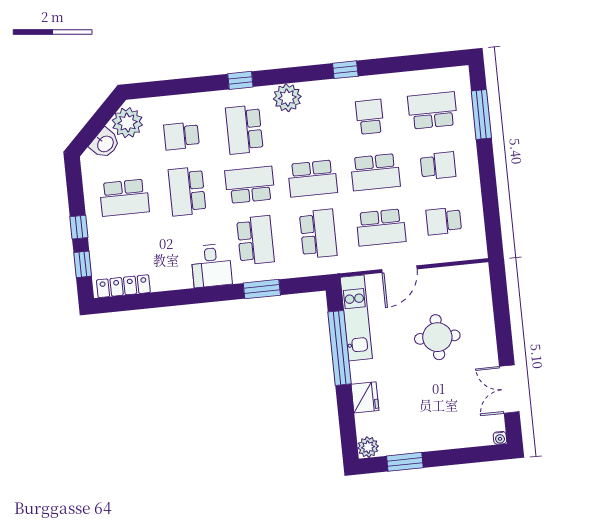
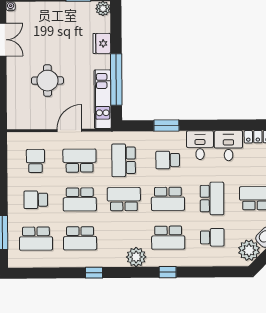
school desk: (370, 117) -> (80, 238), width x1.85
school desk: (244, 130) -> (168, 238), turned 90
school desk: (375, 172) -> (80, 199), turned 180
school desk: (444, 221) -> (35, 161), turned -90
school desk: (255, 240) -> (168, 160), width x0.54
desk: (171, 269) -> (228, 146), added

